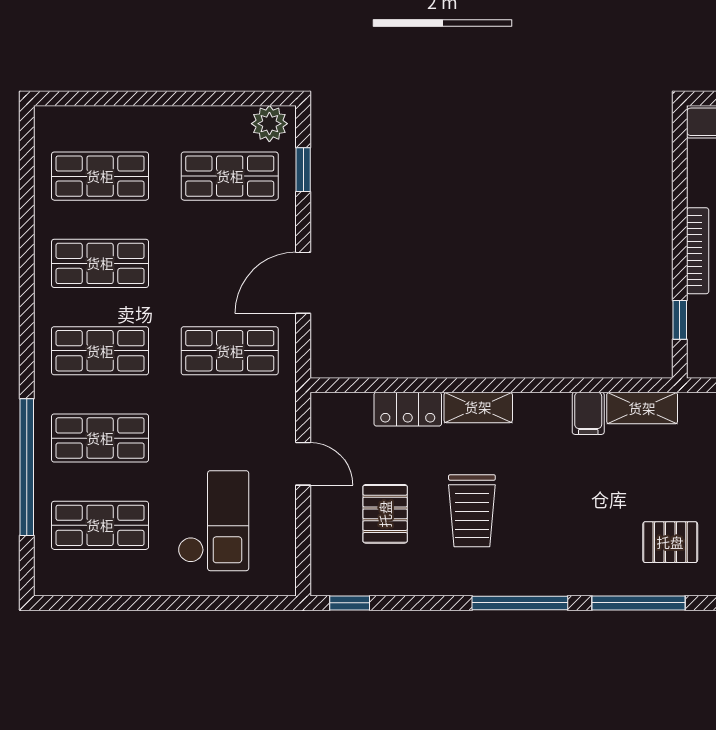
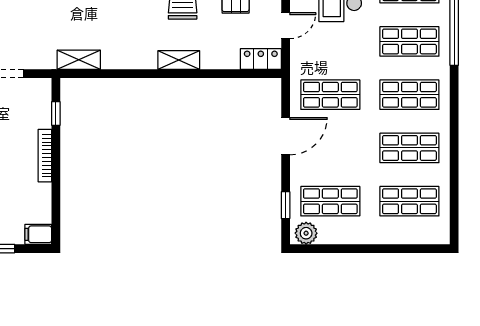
locker: (408, 409) -> (261, 59), moved
filing cabinet: (588, 413) -> (112, 56), removed
door: (303, 464) -> (286, 26), swing flipped

